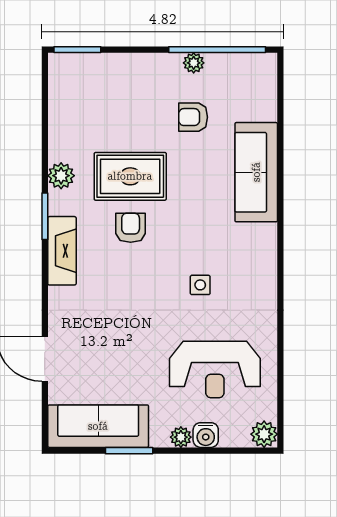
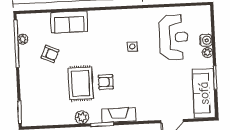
plant: (194, 63) -> (23, 39), moved
armchair: (193, 117) -> (50, 54), turned -66
sofa: (256, 172) -> (69, 22), width x0.73
plant: (264, 434) -> (204, 12), removed

